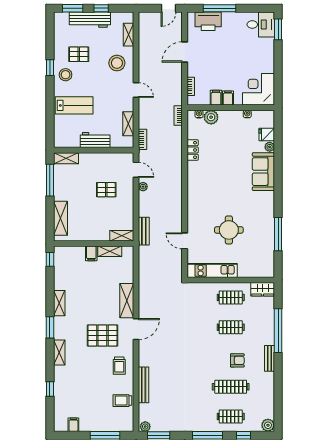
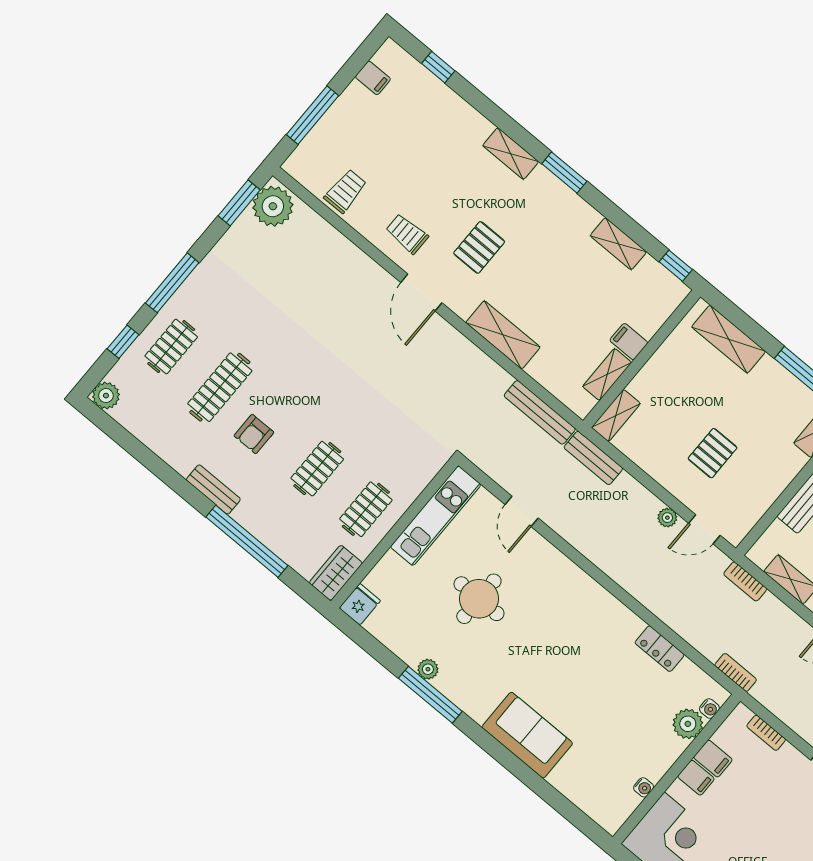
fridge: (267, 135) -> (360, 604), moved
plant: (270, 147) -> (428, 669), moved
window: (278, 234) -> (430, 695), moved
door: (185, 241) -> (522, 511), swing flipped
shelving: (59, 303) -> (618, 244), moved
door: (136, 329) -> (421, 293), moved
pallet: (102, 336) -> (479, 247), width x0.67, depth x0.71
bench: (144, 385) -> (540, 412), moved
window: (50, 389) -> (438, 67), moved
plant: (145, 427) -> (273, 206), width x1.87, depth x1.87

